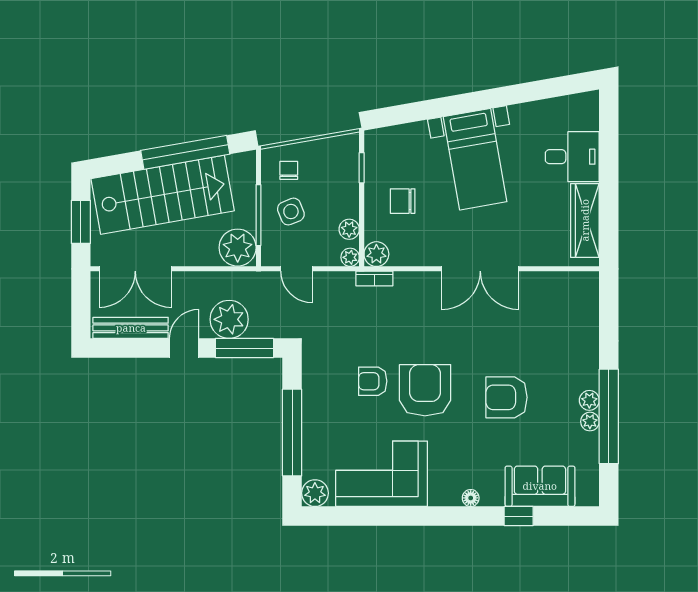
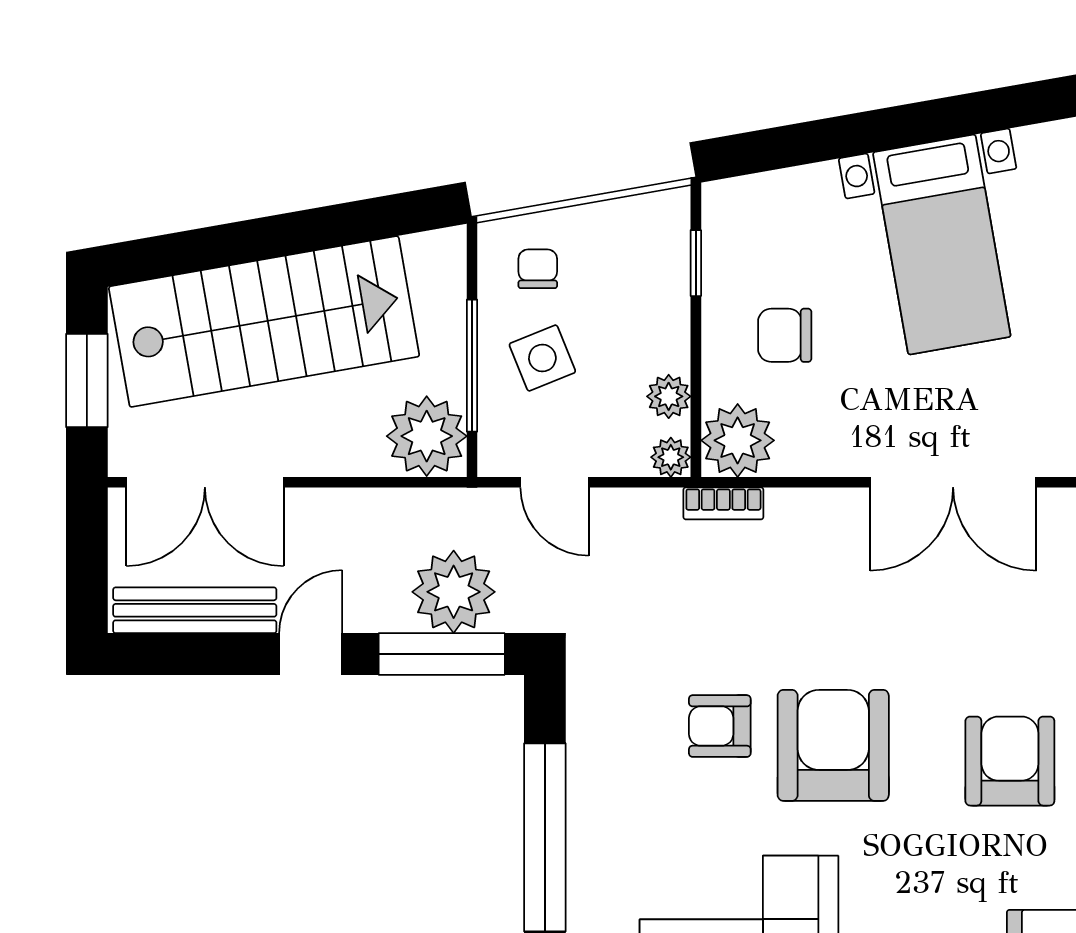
window: (185, 152) -> (313, 229), removed
plant: (376, 254) -> (738, 440), width x1.36, depth x1.36
plant: (229, 319) -> (454, 592), moved
armchair: (507, 397) -> (1010, 761), turned 90

